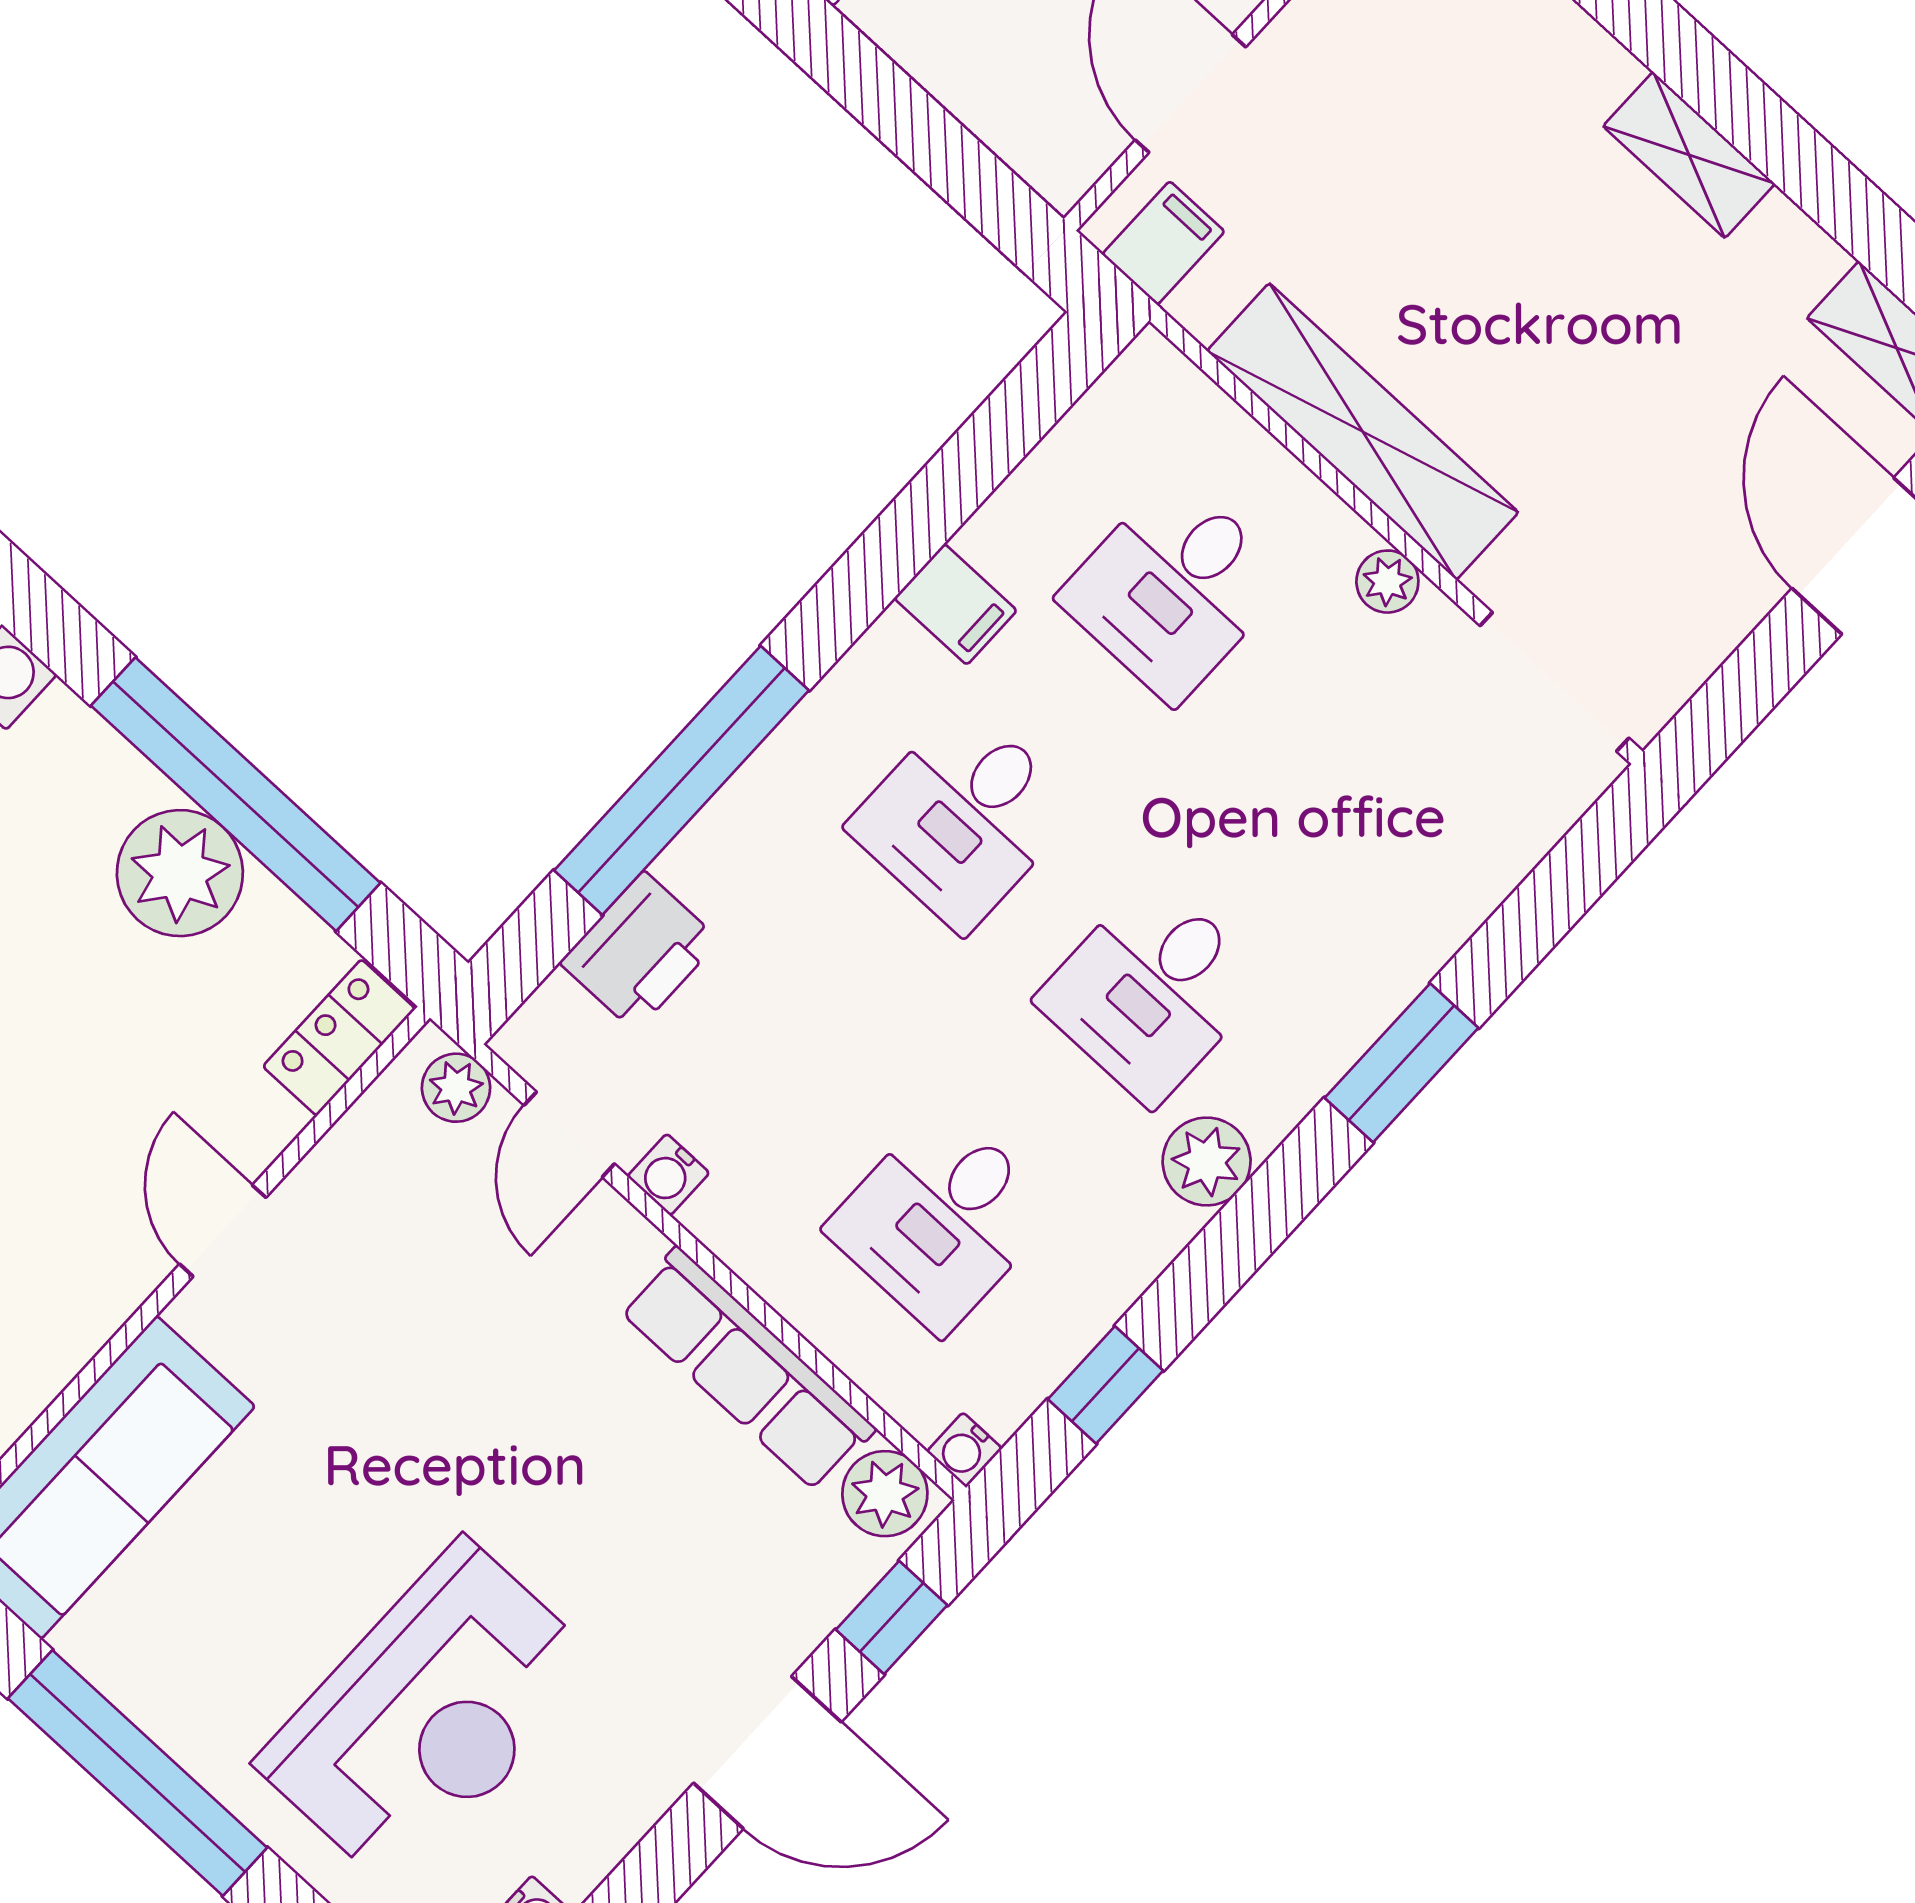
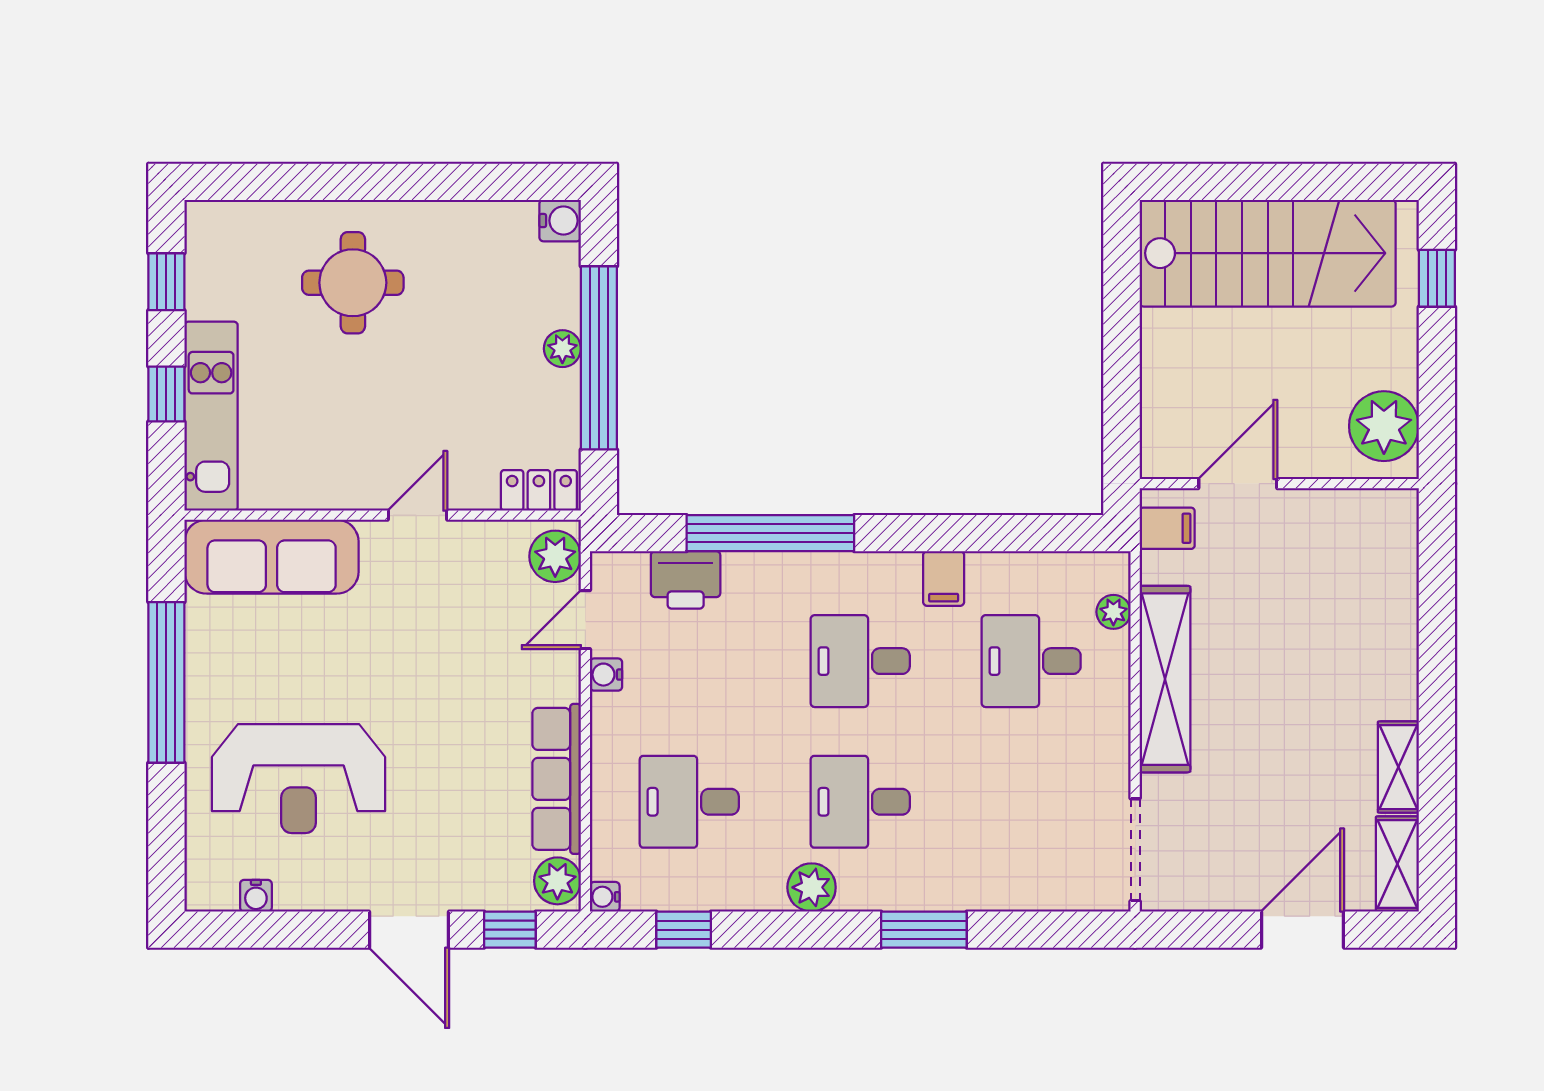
shelving: (1689, 155) -> (1398, 767), moved
plant: (1387, 582) -> (1113, 612), moved
plant: (180, 873) -> (562, 349), width x0.53, depth x0.53
plant: (456, 1088) -> (555, 556), width x1.38, depth x1.38

